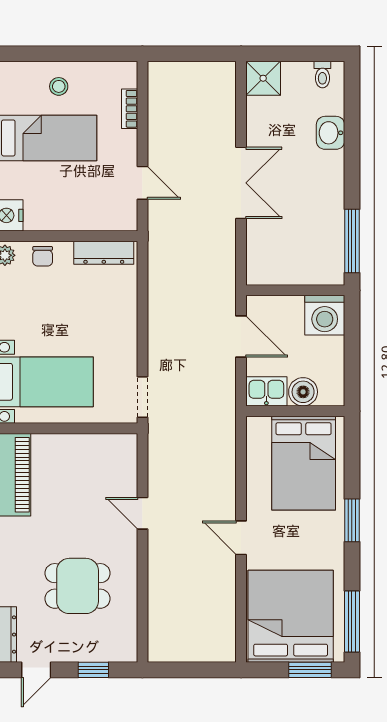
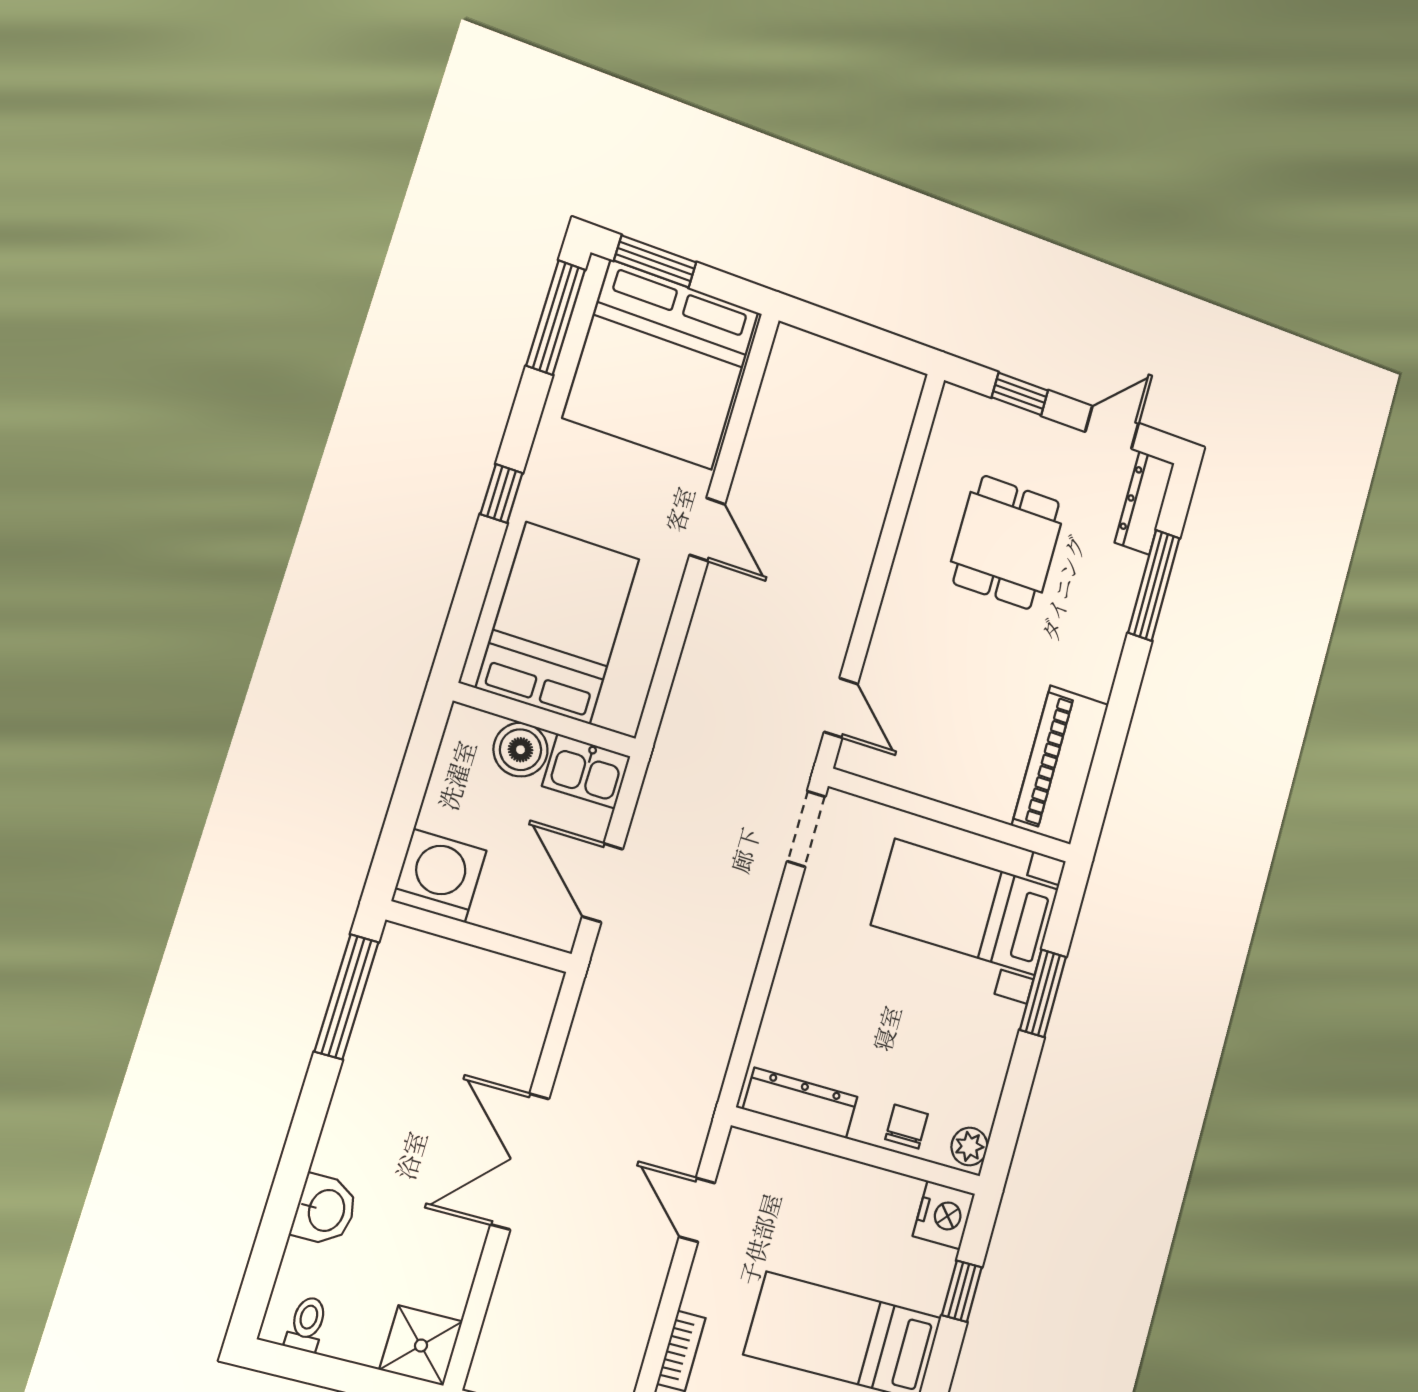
door: (142, 513) -> (841, 708), moved
window: (352, 520) -> (501, 494), width x0.67
dining table: (78, 586) -> (1006, 542), turned 90

